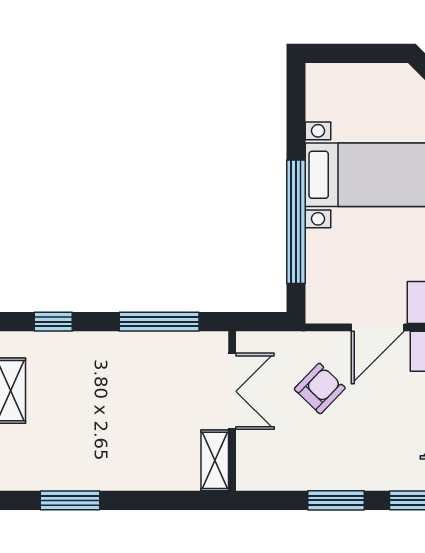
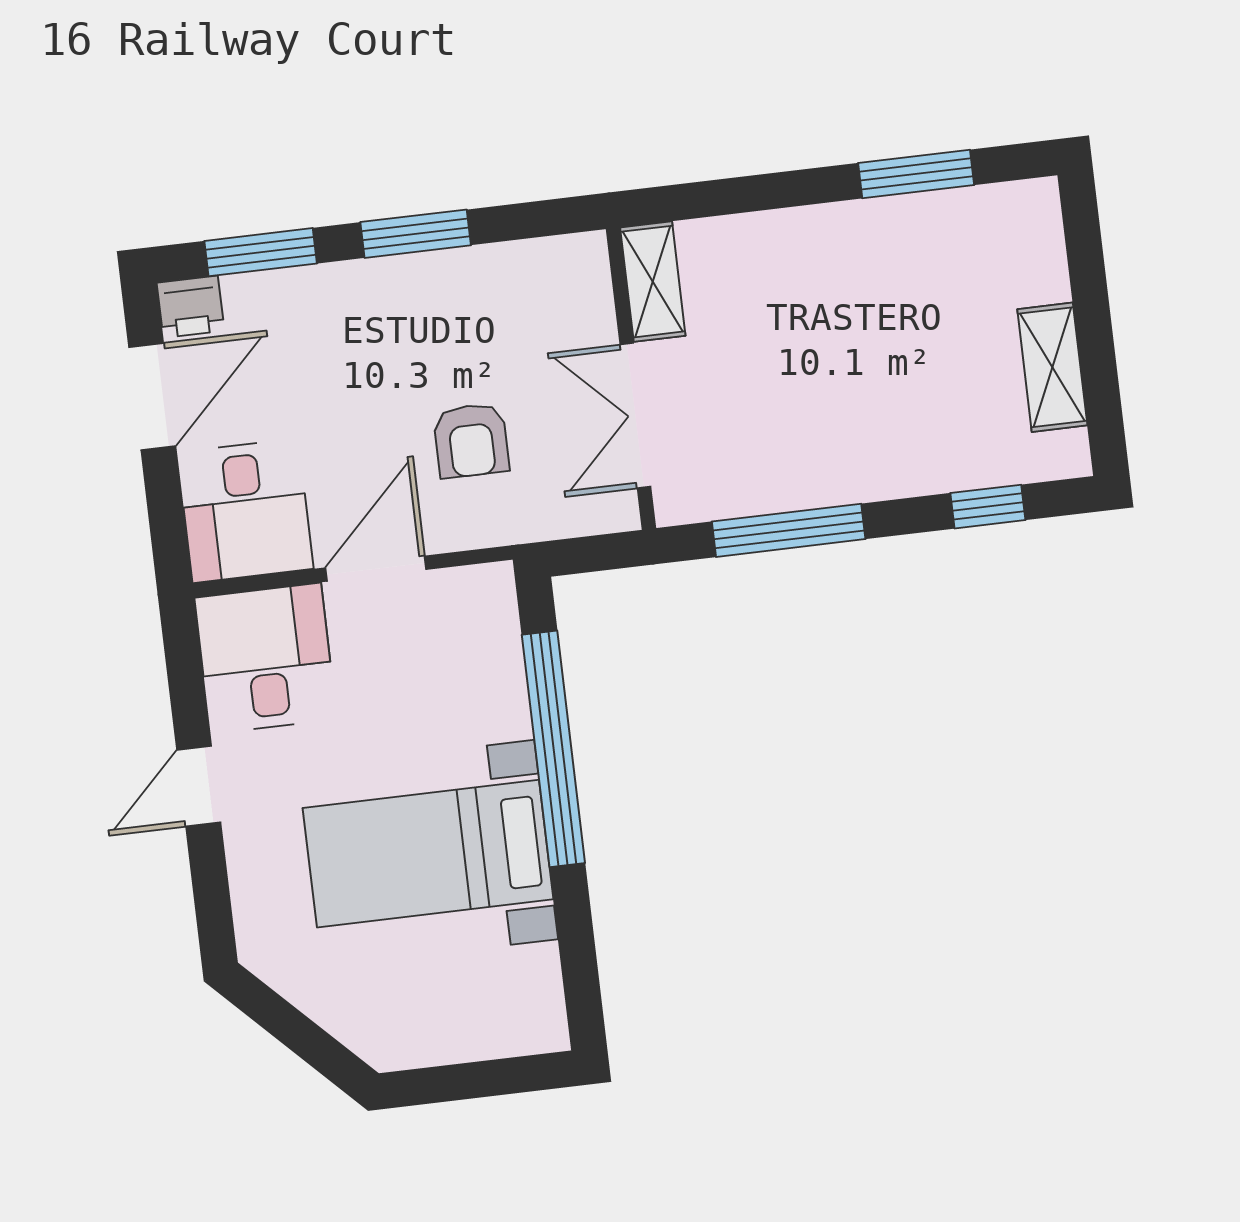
armchair: (320, 389) -> (471, 441), turned -44

